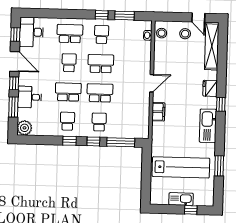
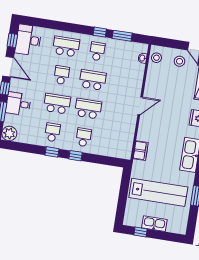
filing cabinet: (158, 112) -> (141, 151), moved
window: (121, 142) -> (102, 160), removed
window: (191, 210) -> (140, 232), moved

